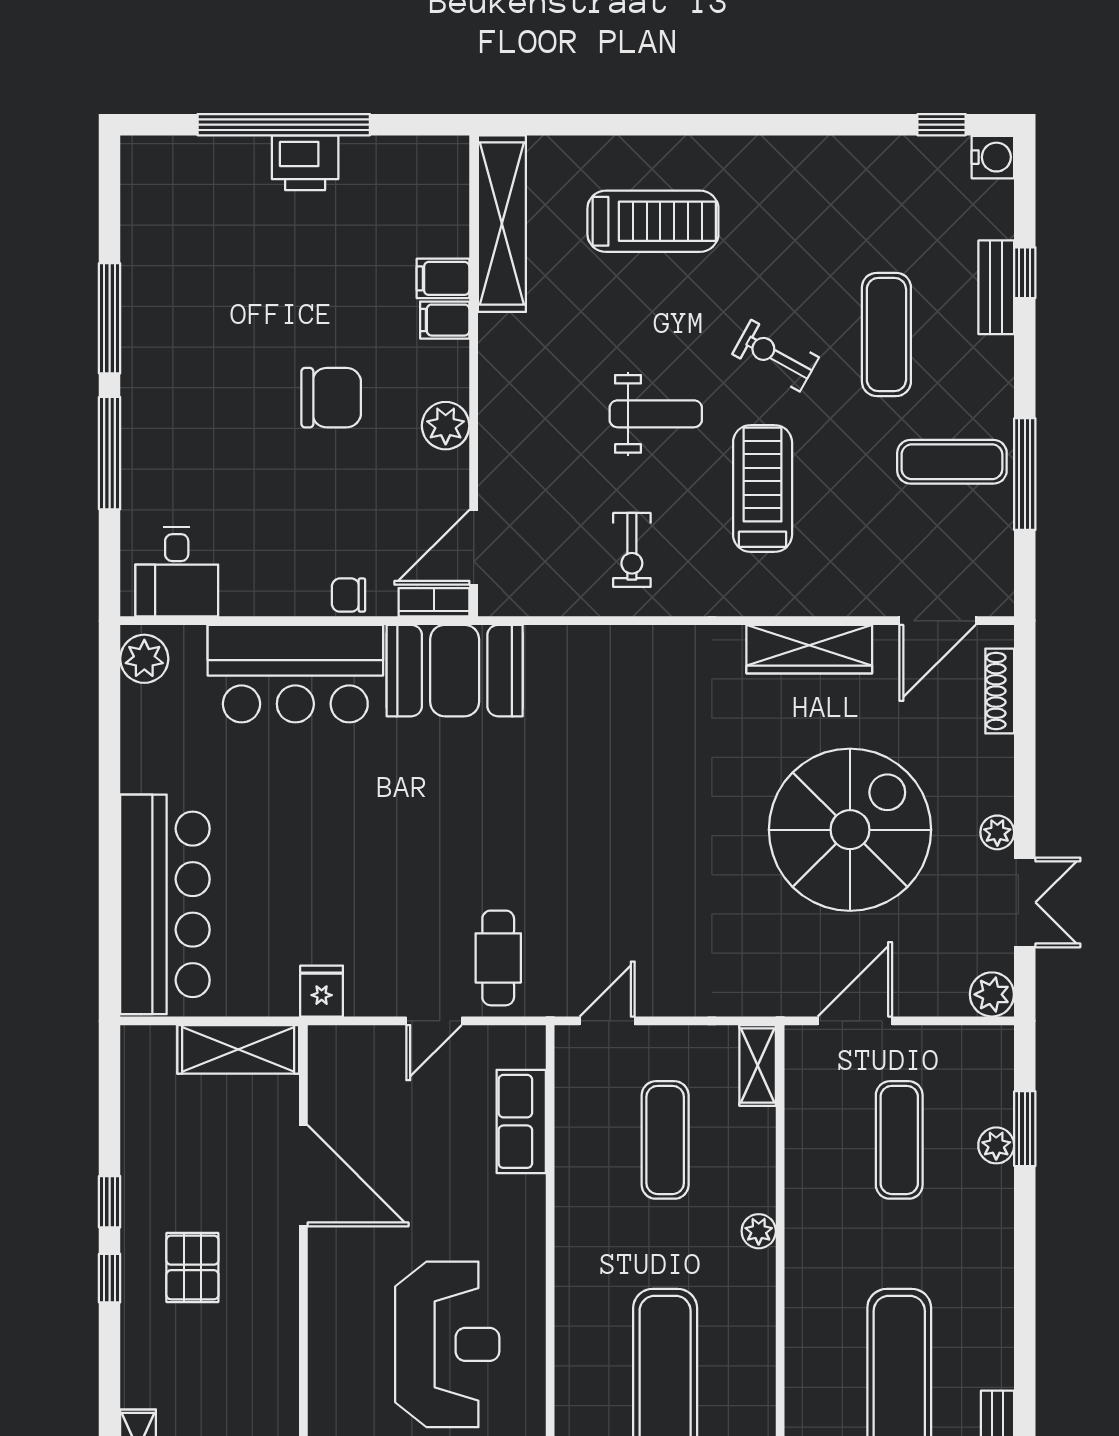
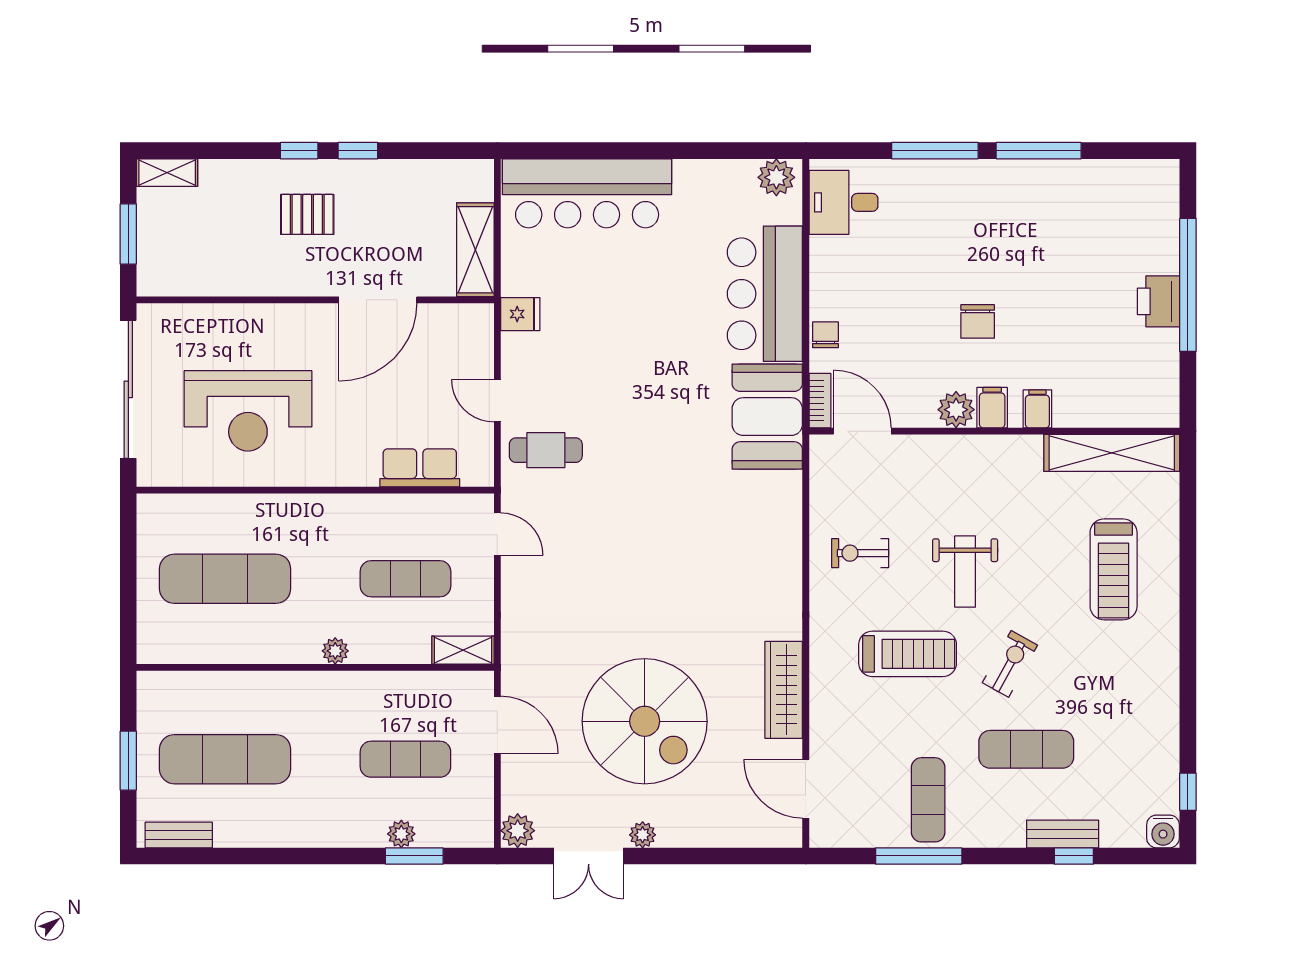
filing cabinet: (443, 278) -> (992, 408), moved
chair: (331, 398) -> (978, 321), width x0.73, depth x0.73
shoe rack: (1000, 691) -> (752, 837), removed

